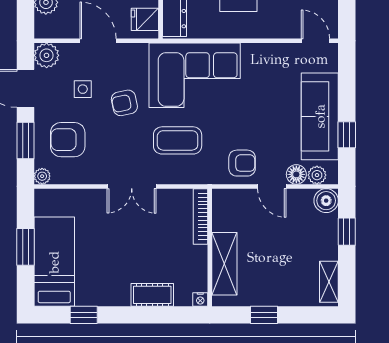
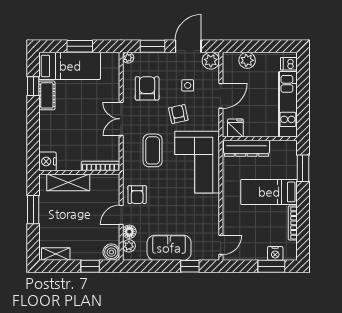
sofa: (320, 116) -> (169, 248), width x0.73
window: (347, 135) -> (190, 266), moved
armchair: (68, 140) -> (147, 88), moved
cot: (152, 295) -> (47, 95), moved
nightstand: (200, 299) -> (47, 161), width x1.89, depth x1.79
window: (264, 315) -> (33, 210), width x1.50

